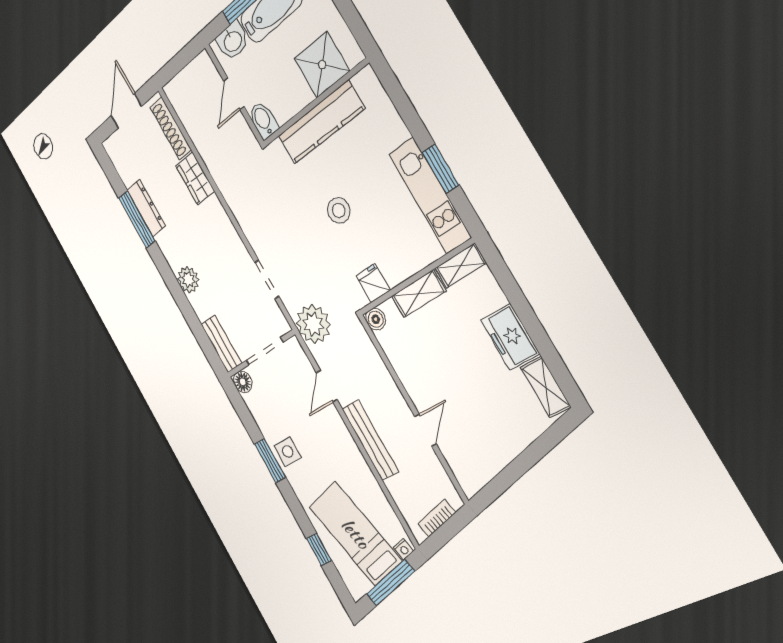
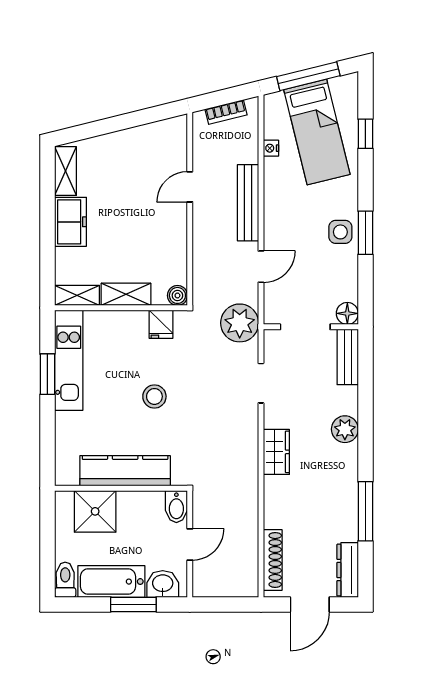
wardrobe: (195, 178) -> (276, 452), moved
dresser: (146, 208) -> (348, 570), moved
nightstand: (403, 549) -> (271, 148), moved, turned -76

